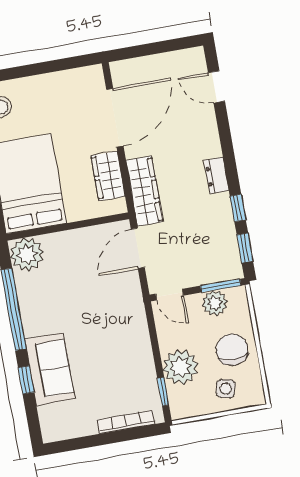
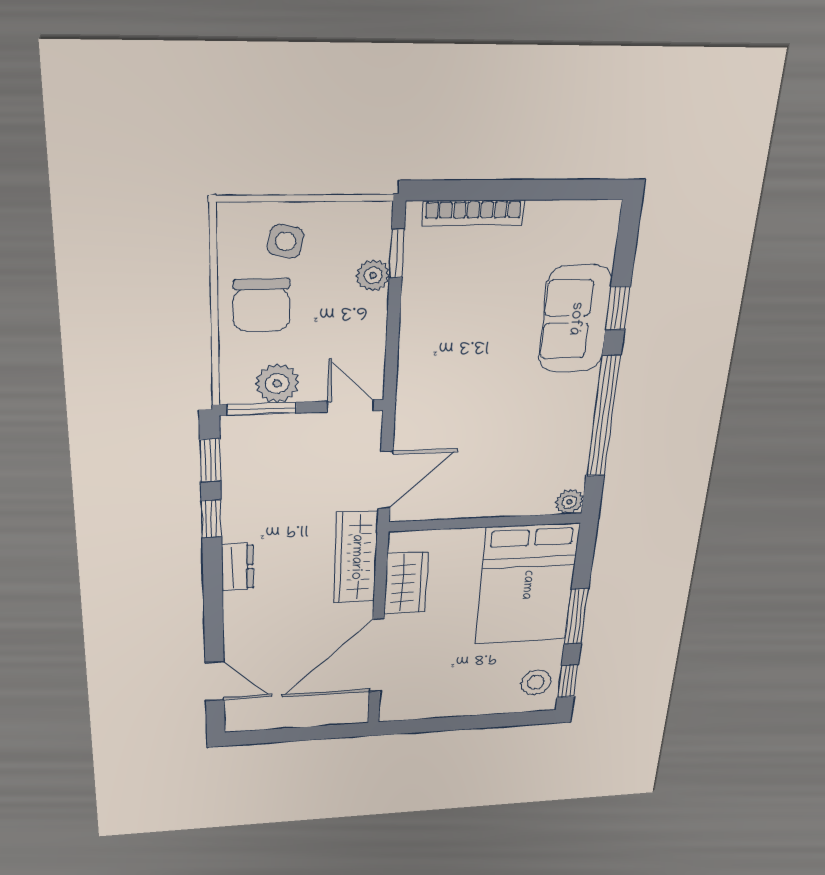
plant: (27, 254) -> (569, 502), width x0.53, depth x0.53
plant: (180, 367) -> (373, 276), width x0.53, depth x0.53

